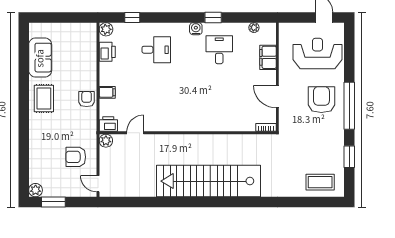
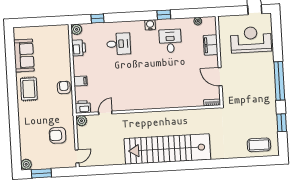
armchair: (321, 100) -> (256, 77), removed
door: (98, 184) -> (77, 156), swing flipped

